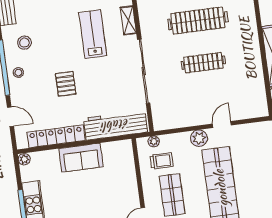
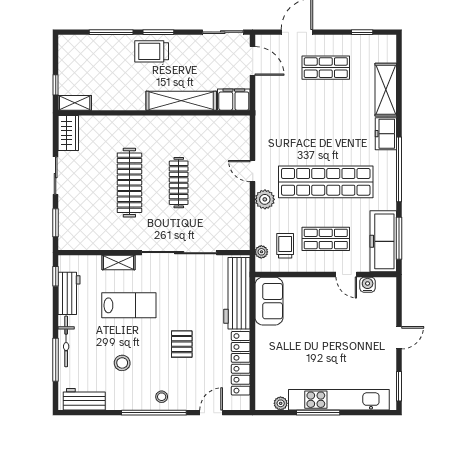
lab bench: (93, 34) -> (129, 305), turned 180
stool: (24, 43) -> (122, 363), moved
pallet: (66, 84) -> (182, 344), turned 90
sofa: (81, 158) -> (269, 301), moved
plant: (24, 159) -> (281, 403), moved

